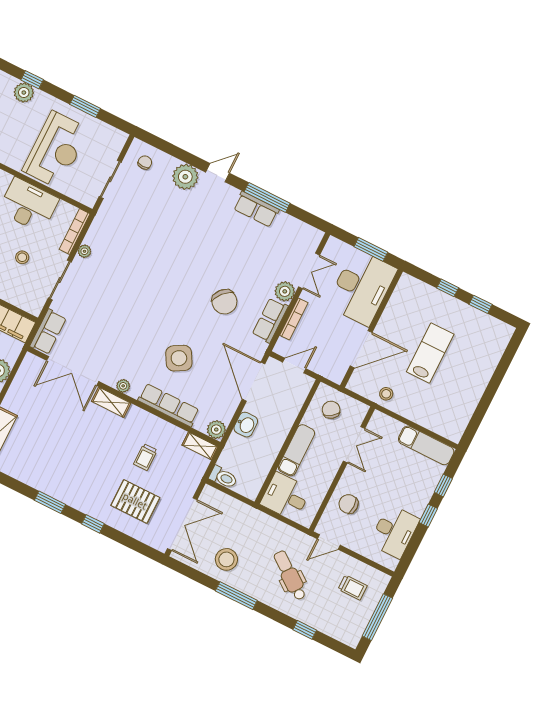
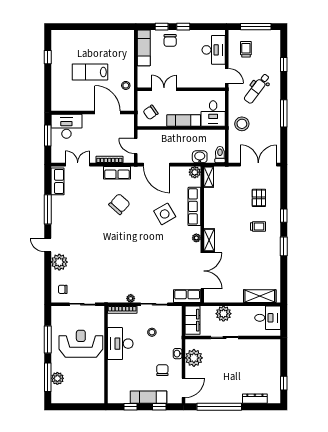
window: (32, 80) -> (48, 377), width x2.17
window: (85, 106) -> (48, 339), width x1.44
row of seats: (256, 209) -> (58, 181), moved
desk: (362, 287) -> (66, 126), width x0.73, depth x0.77
window: (448, 288) -> (48, 81), removed
plant: (285, 291) -> (96, 173), removed
door: (254, 382) -> (157, 165), hinge flipped
washbasin: (246, 425) -> (200, 157), moved
trolley: (145, 457) -> (258, 227), moved
pallet: (135, 501) -> (259, 198), width x0.67, depth x0.71
chair: (349, 504) -> (170, 40), moved
desk: (394, 531) -> (214, 50), moved, turned 90
stool: (226, 559) -> (242, 124), moved

